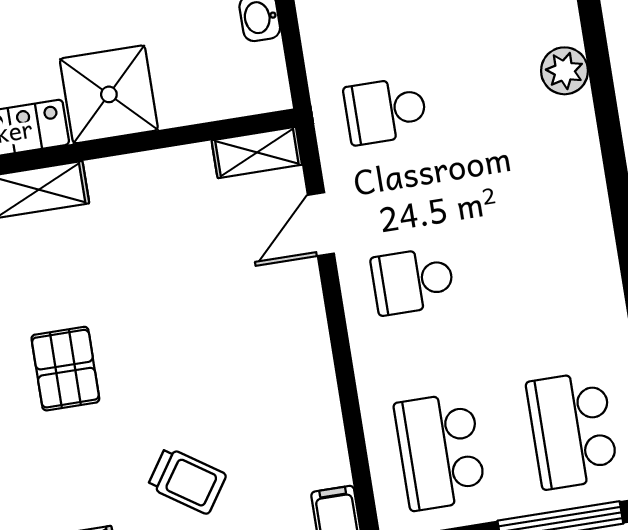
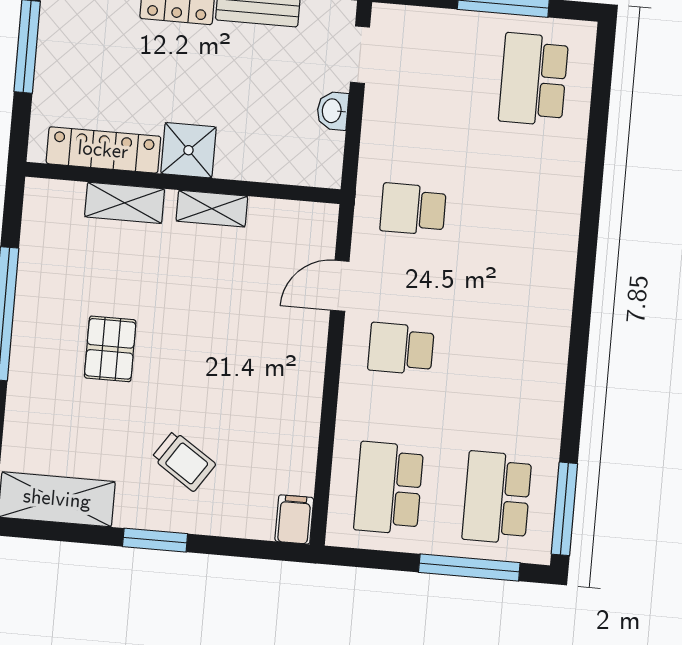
plant: (564, 71) -> (562, 213), removed
shower: (109, 94) -> (188, 150), width x0.73, depth x0.73
shelving: (257, 152) -> (212, 209), moved

